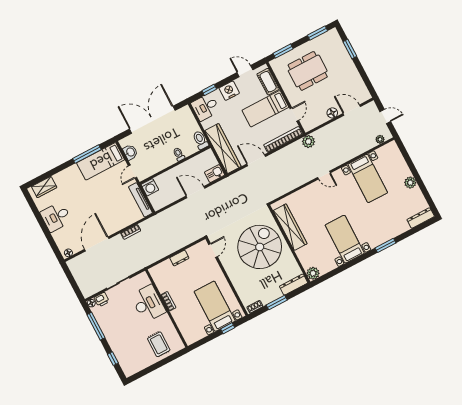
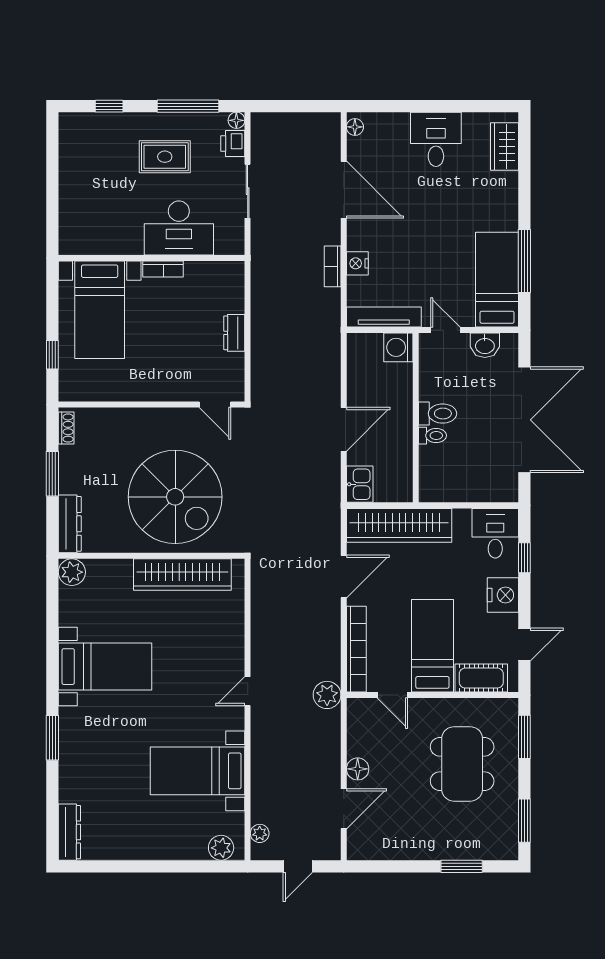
toilet: (200, 140) -> (438, 414), moved
plant: (410, 183) -> (221, 848), moved
nightstand: (124, 222) -> (357, 263), added
bed with nightstands: (215, 306) -> (100, 310), moved, turned 90
rug: (159, 344) -> (165, 157), moved

